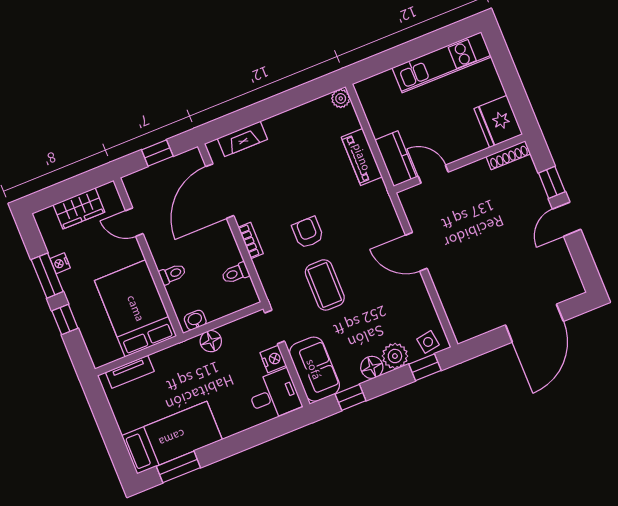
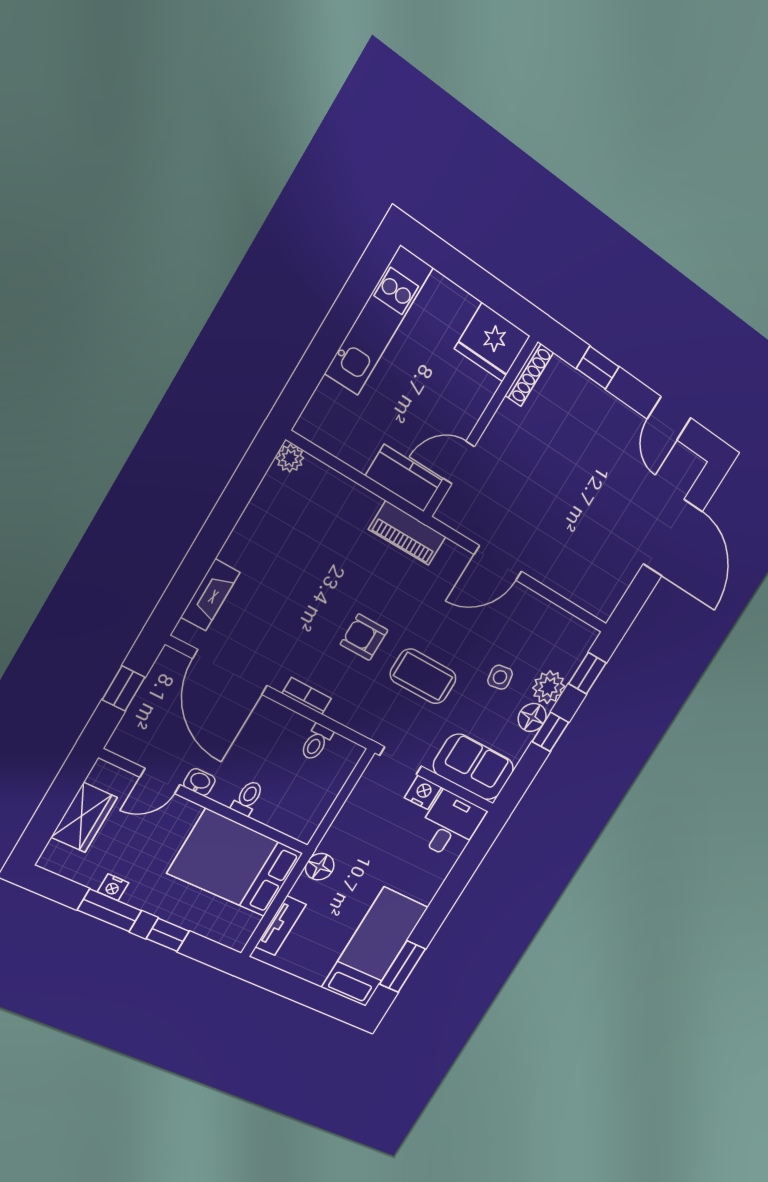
piano: (362, 157) -> (407, 533), moved
door: (567, 219) -> (669, 418), moved
washbasin: (195, 320) -> (199, 782), moved, turned 90
floor lamp: (211, 341) -> (320, 867), moved
side table: (428, 342) -> (500, 677), moved
window: (351, 397) -> (550, 732), moved

